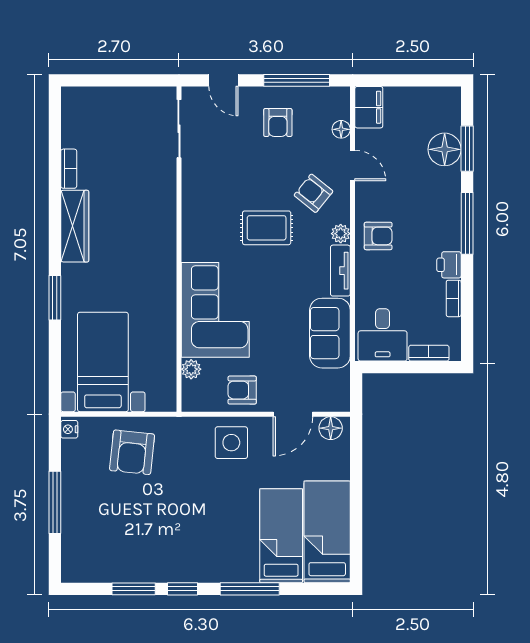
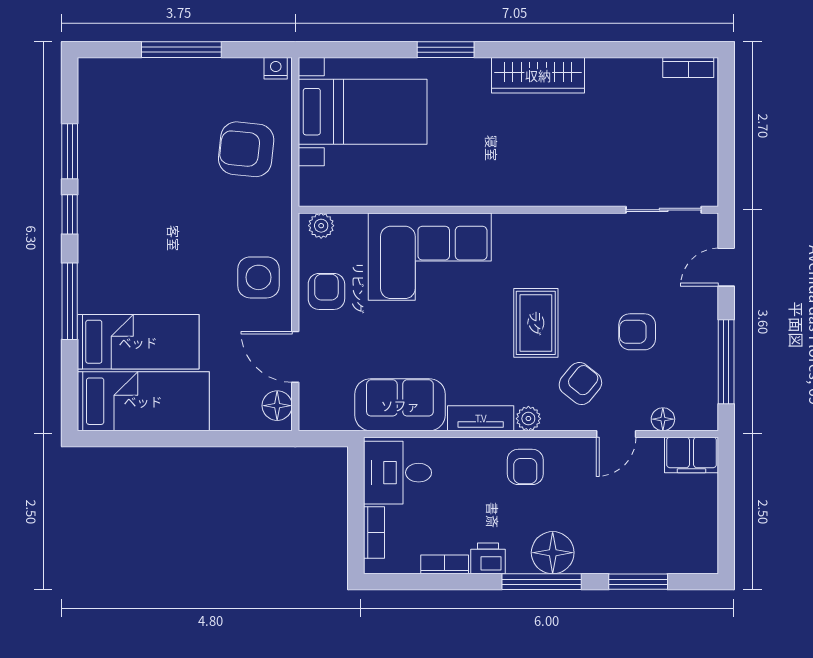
armchair: (278, 123) -> (637, 332), moved
floor lamp: (445, 149) -> (553, 553), moved
bookcase: (69, 169) -> (688, 68), moved
plant: (191, 369) -> (321, 226), moved

